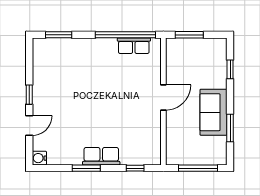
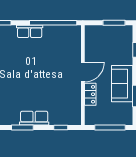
window: (189, 35) -> (114, 23), moved
row of seats: (134, 46) -> (30, 31), moved
locker: (173, 126) -> (90, 94), added

